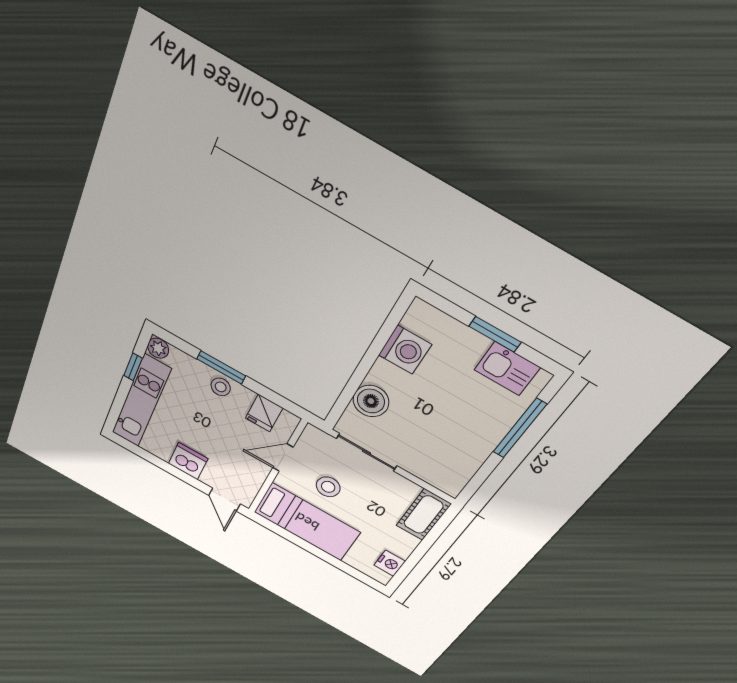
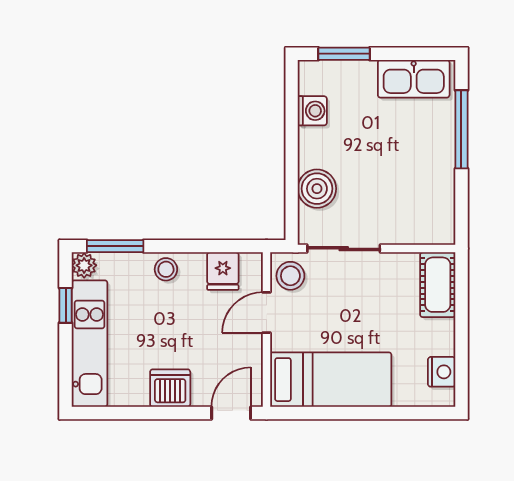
window: (495, 334) -> (344, 54), moved
washing machine: (405, 350) -> (312, 111), width x0.73, depth x0.73
window: (221, 367) -> (115, 246), moved
kitchen sink: (507, 369) -> (414, 79), width x1.38
stool: (328, 487) -> (290, 276), moved
door: (225, 500) -> (231, 413), swing flipped

